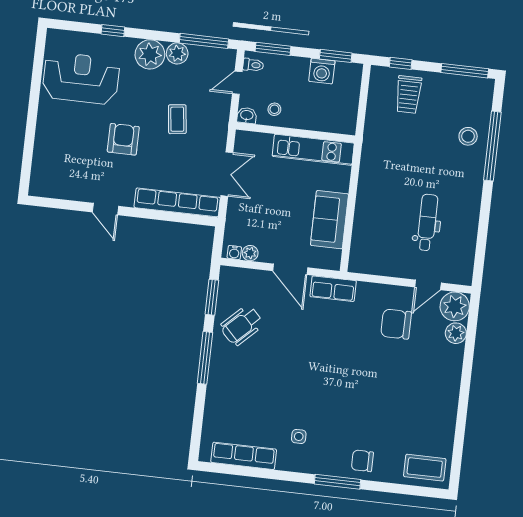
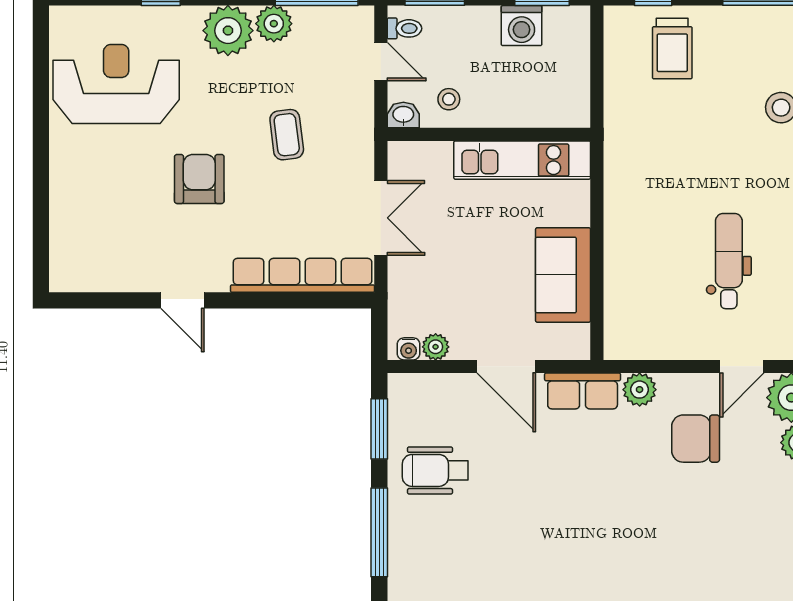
door: (237, 83) -> (381, 62), swing flipped
plant: (367, 292) -> (640, 390), added
wheelchair: (242, 325) -> (435, 470), turned 44

